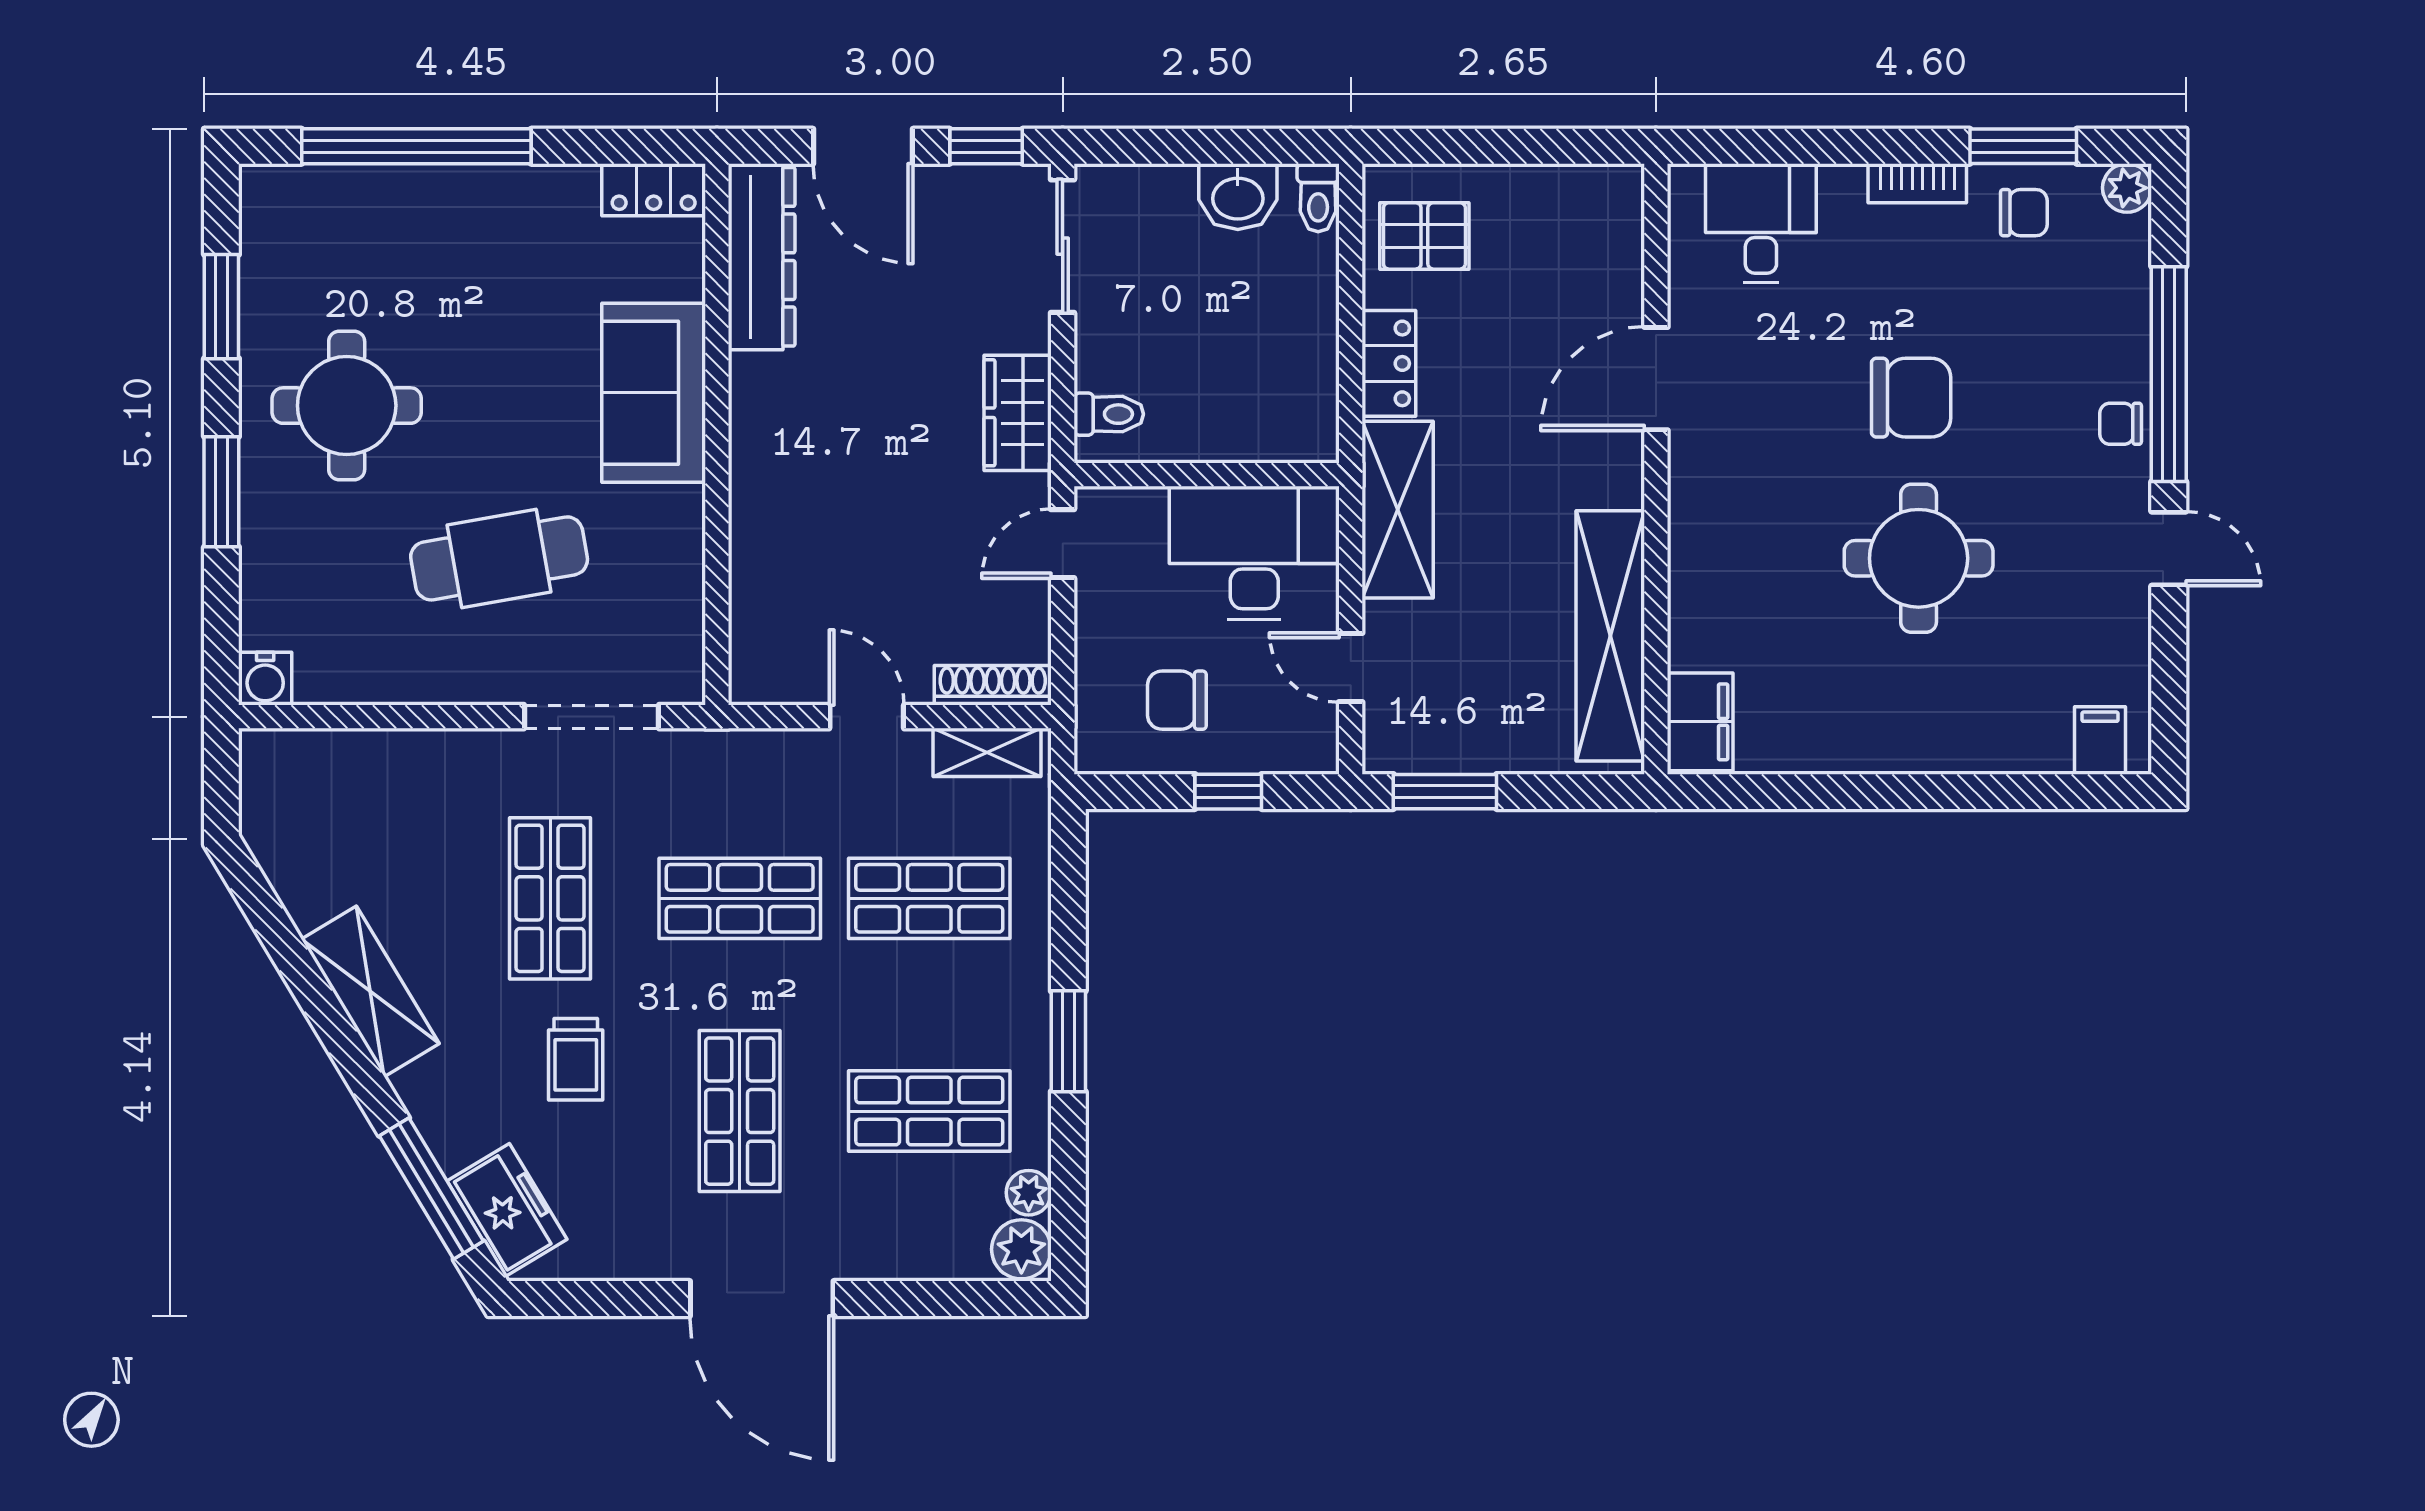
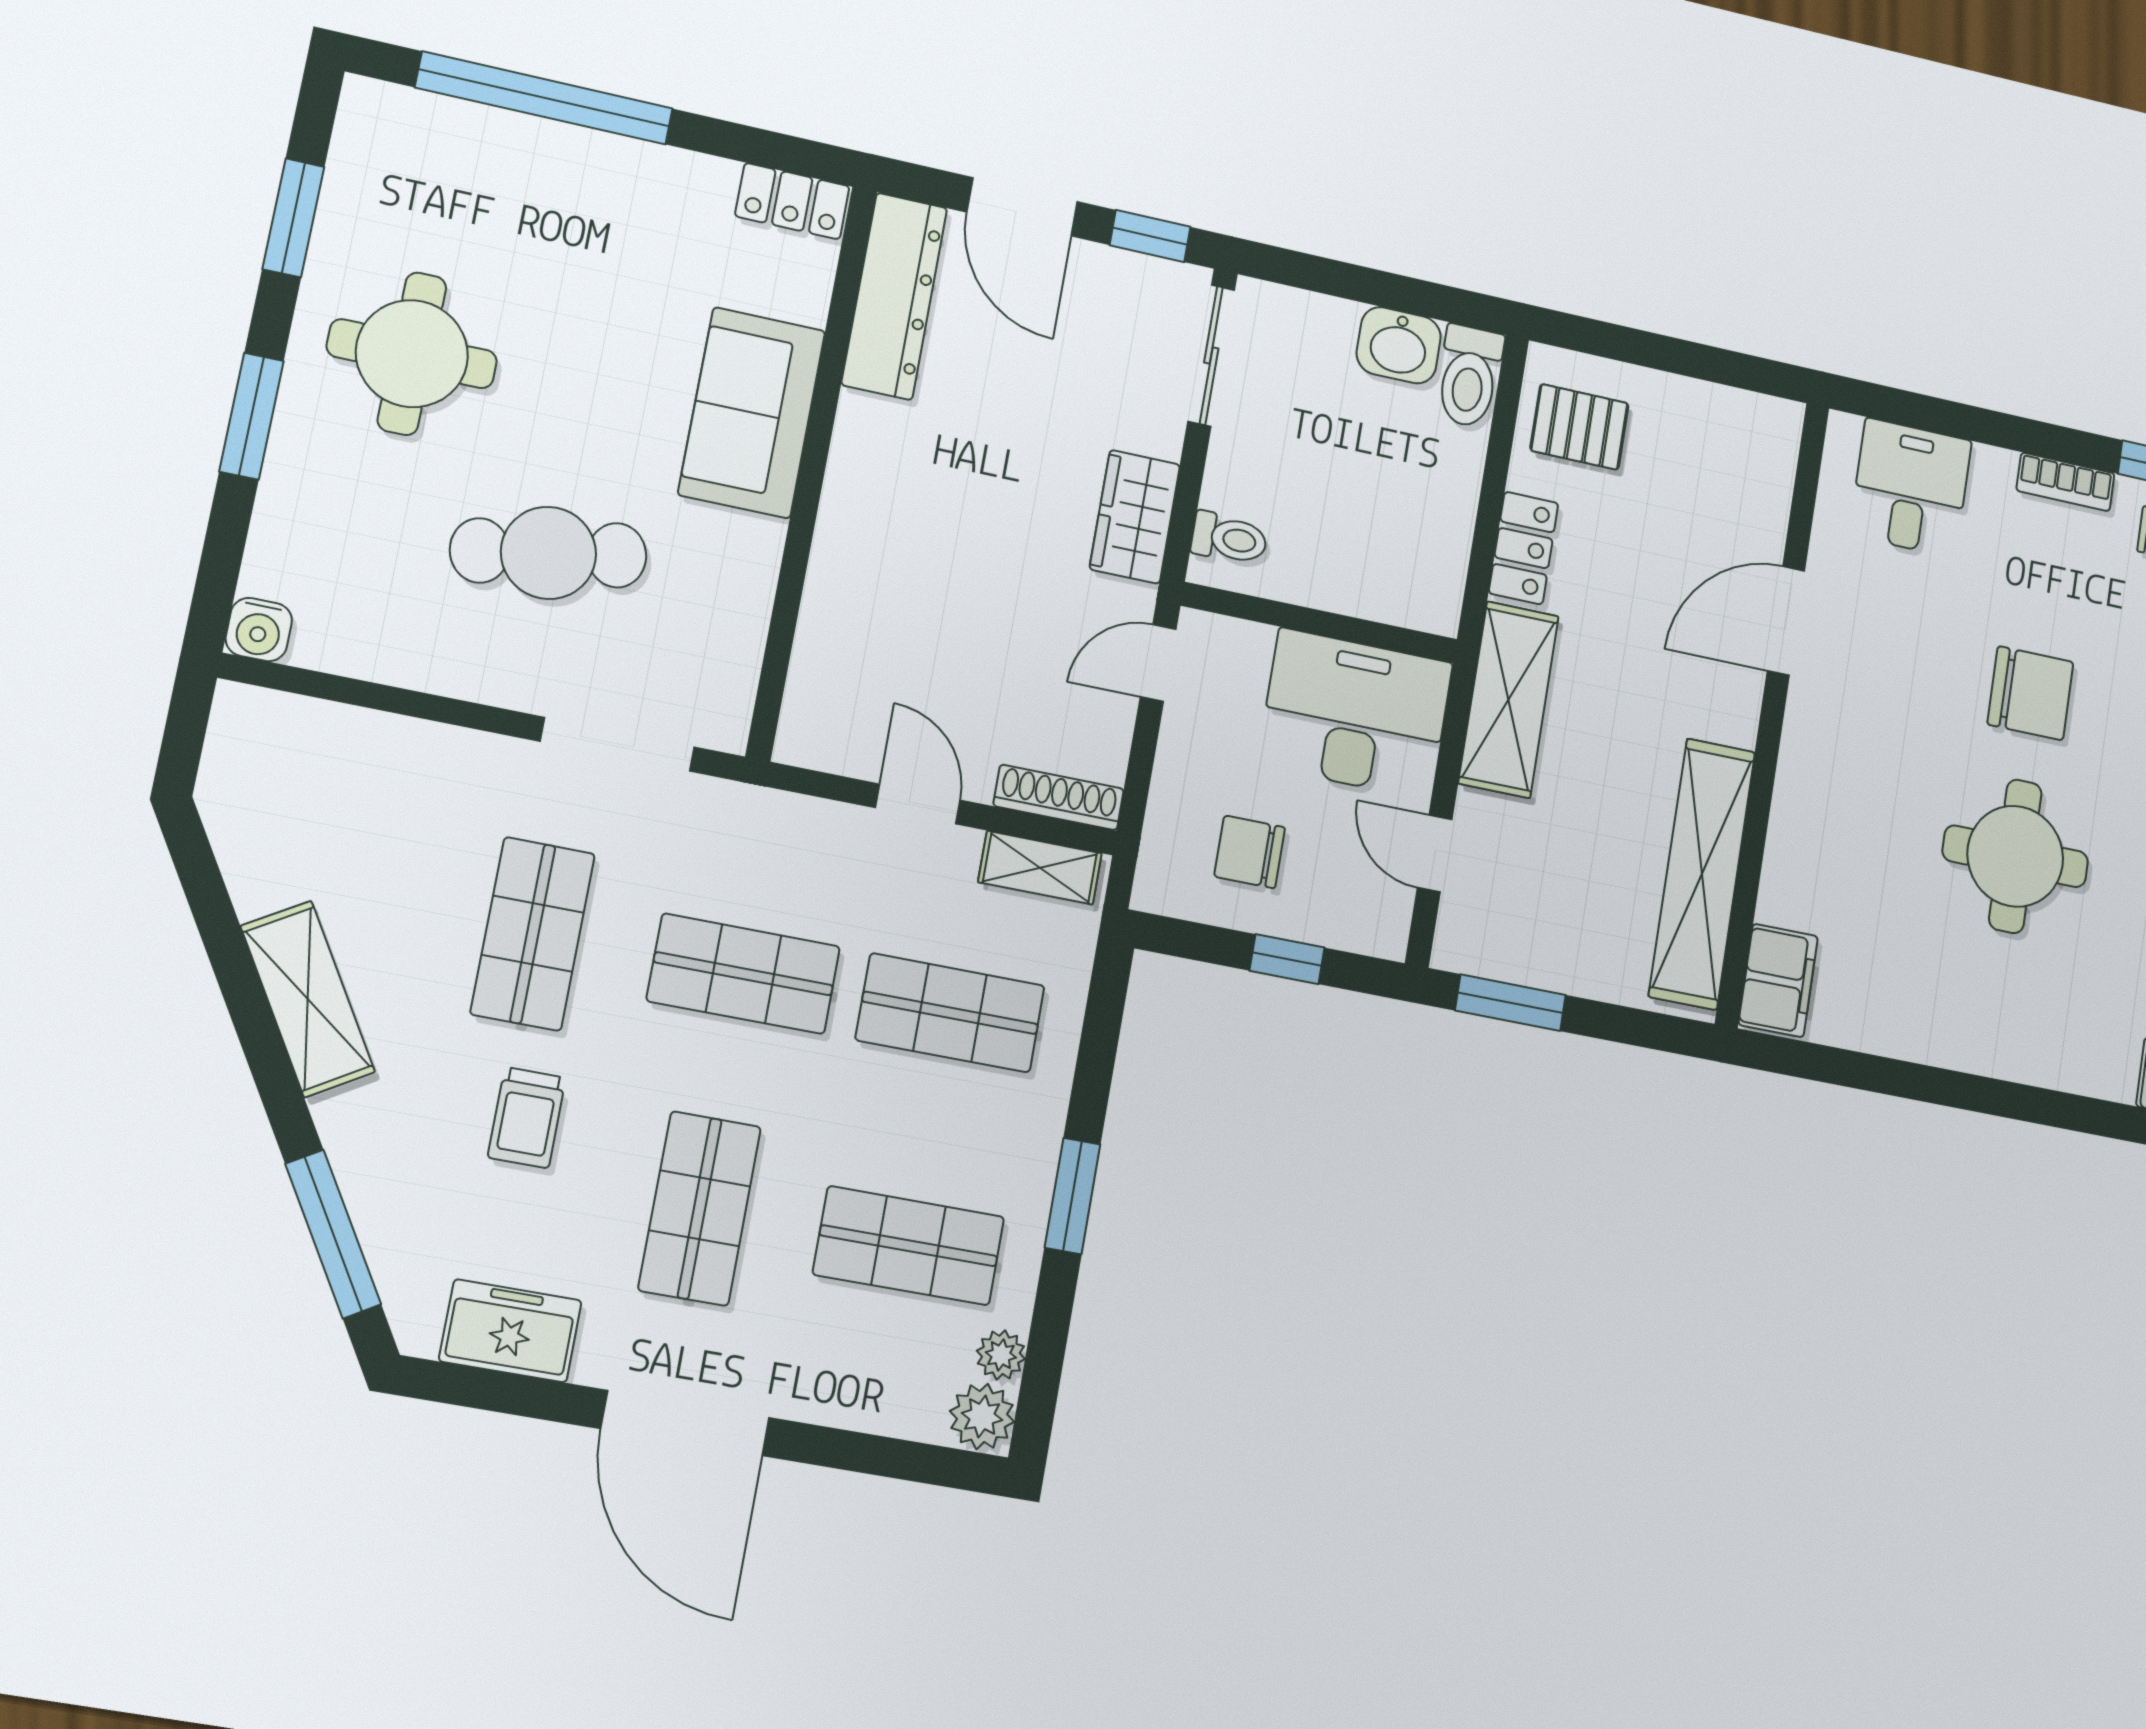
toilet: (1318, 198) -> (1469, 376), width x1.37, depth x1.39
freezer: (507, 1210) -> (510, 1331), moved, turned -59

